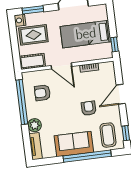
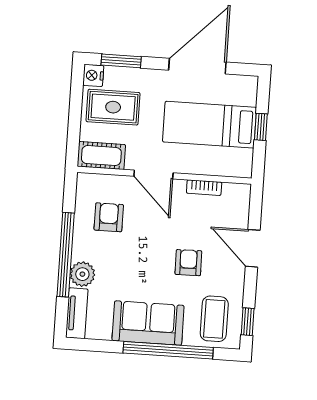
window: (114, 44) -> (261, 127), moved
armchair: (42, 93) -> (109, 217), turned 90
door: (121, 94) -> (253, 248), hinge flipped
window: (22, 102) -> (66, 255), moved

